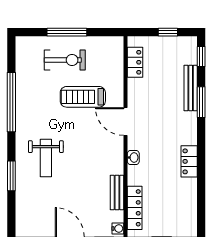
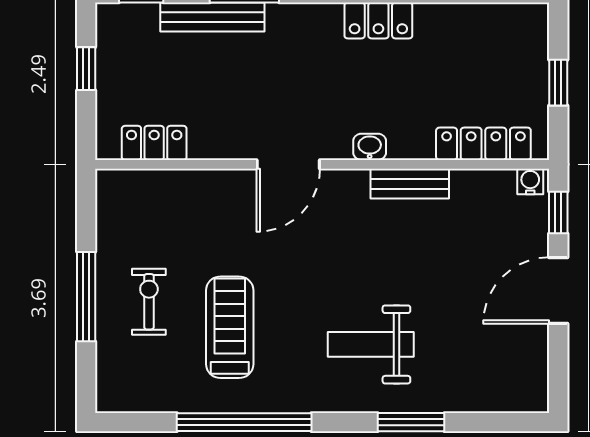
exercise bike: (65, 60) -> (149, 302), width x0.73, depth x0.72
treadmill: (83, 97) -> (230, 327), moved, turned 180
weight bench: (46, 158) -> (371, 344), turned 180
bench: (117, 192) -> (410, 184), moved

